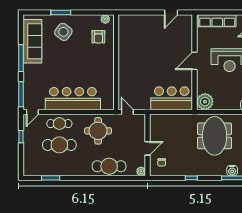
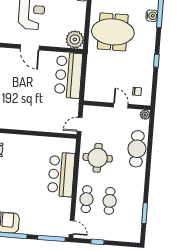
bar counter: (73, 99) -> (61, 174), width x0.73
cafe table: (59, 145) -> (110, 201), width x0.73, depth x0.74

